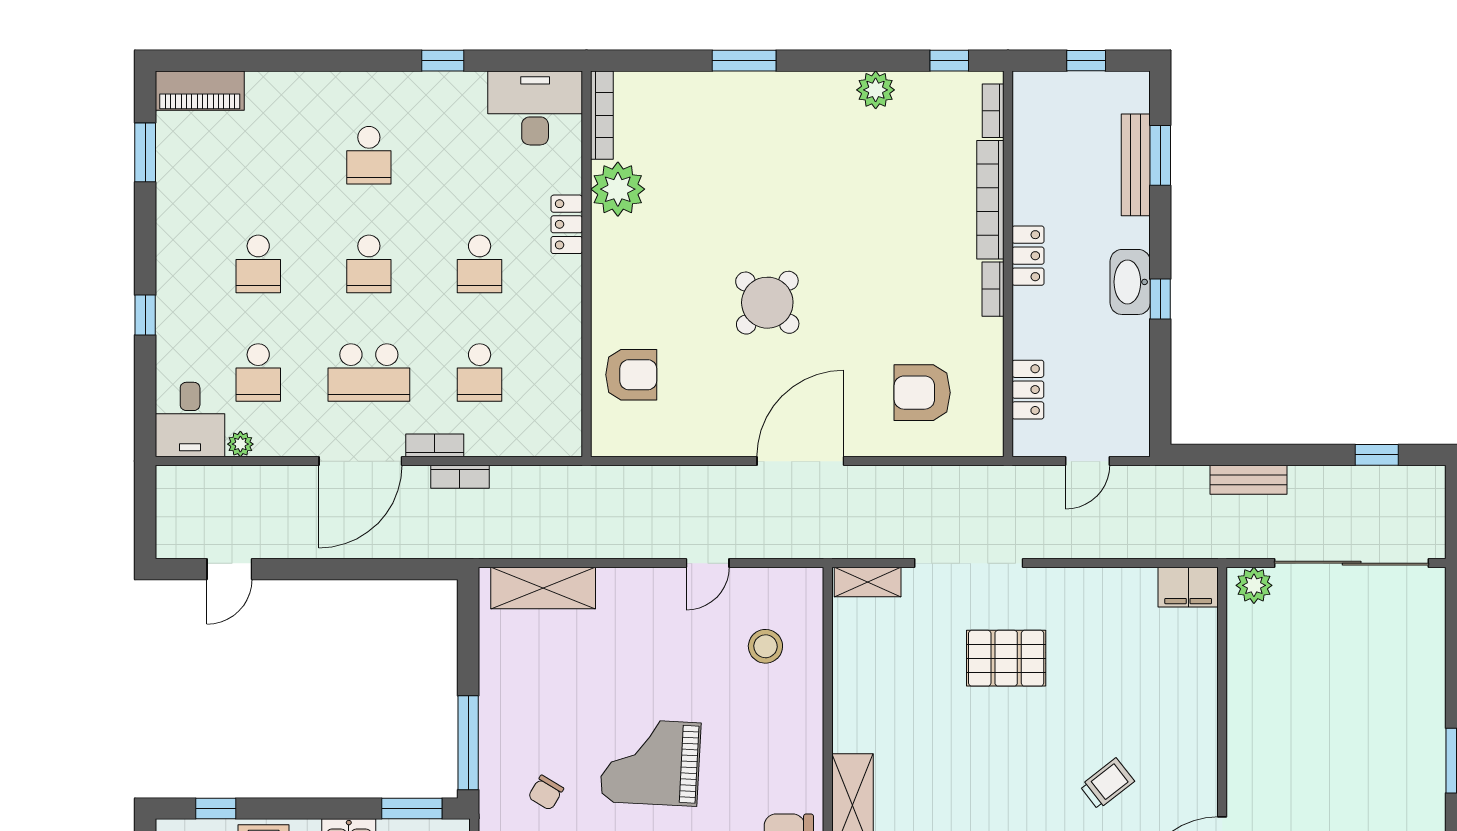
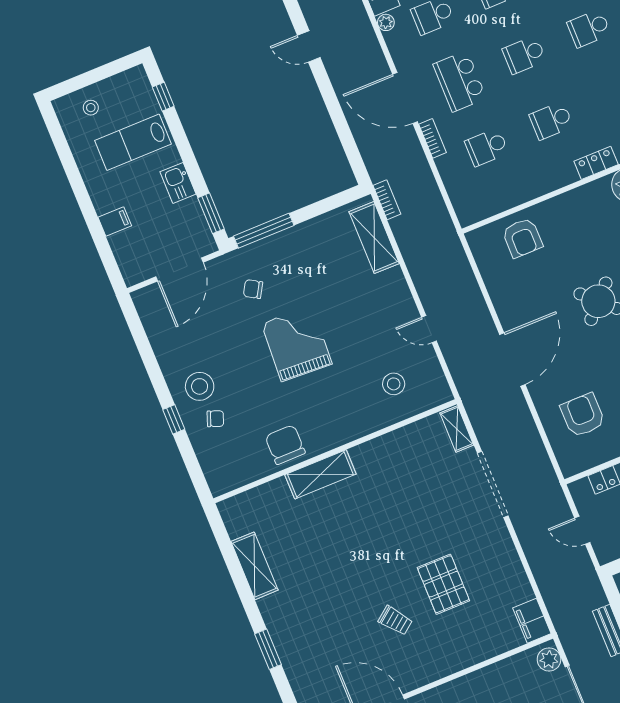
door: (800, 461) -> (512, 360), hinge flipped
bookcase: (460, 477) -> (387, 200), moved, turned 180
pallet: (1006, 658) -> (443, 584), moved

